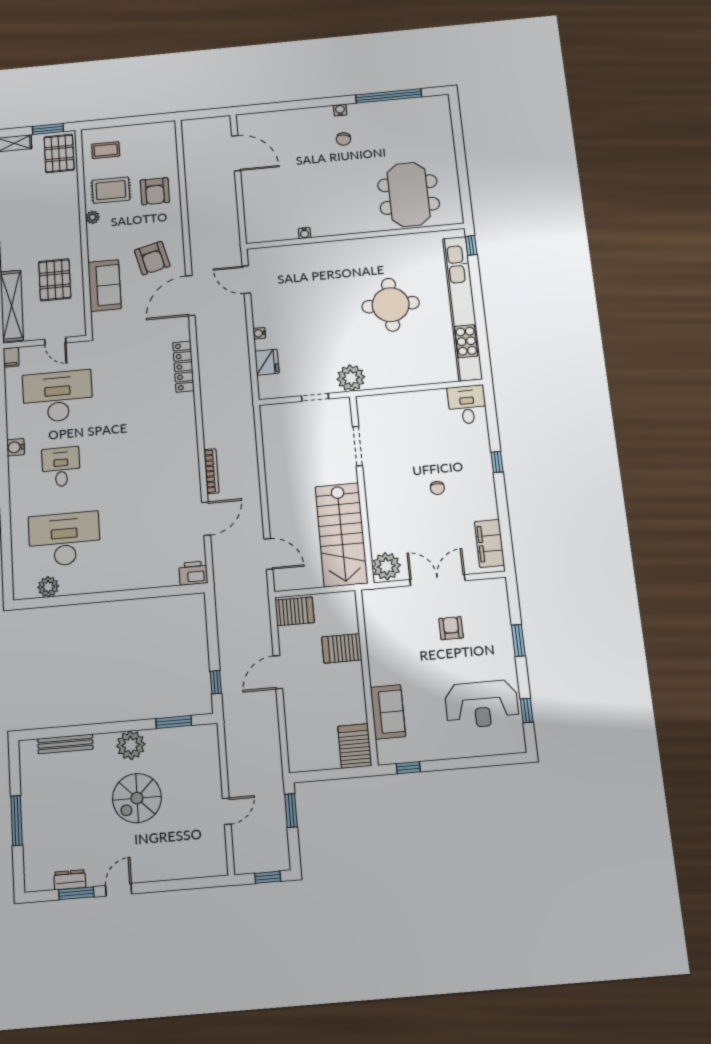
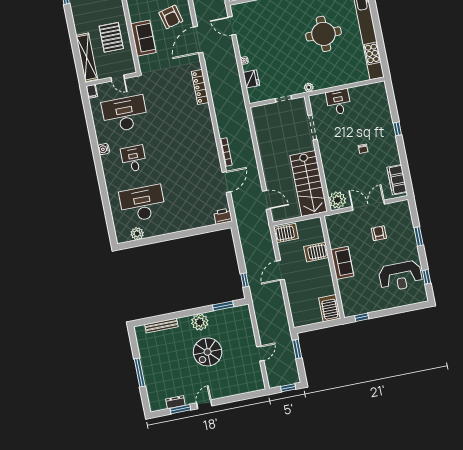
plant: (351, 378) -> (309, 87), width x0.53, depth x0.53
desk: (467, 405) -> (339, 102), moved
sofa: (388, 712) -> (342, 263), moved

